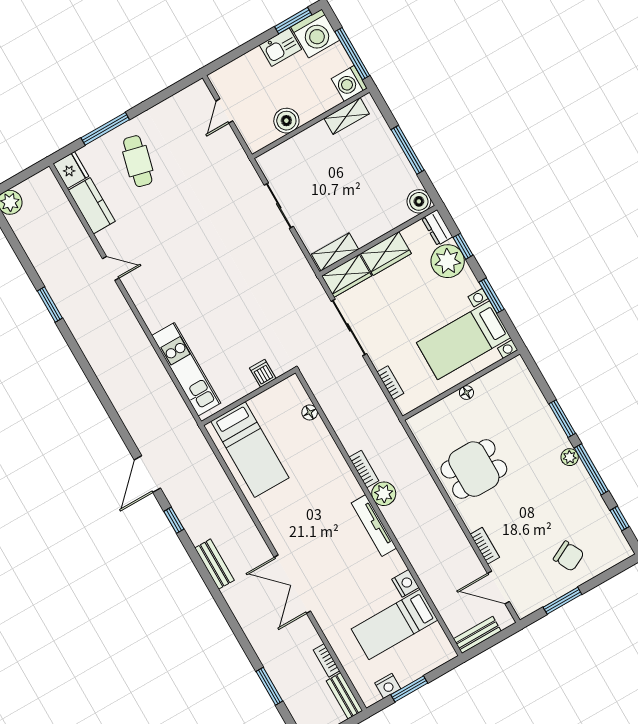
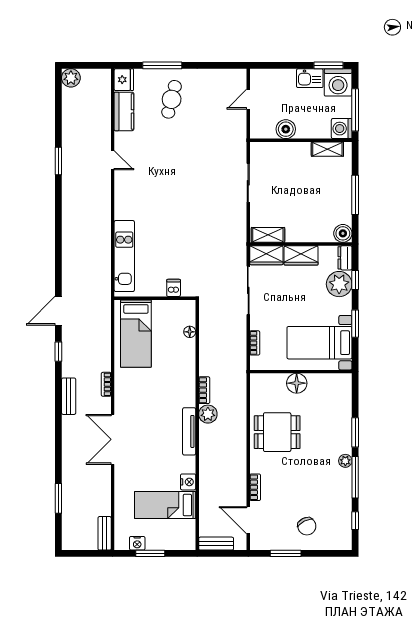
floor lamp: (466, 393) -> (297, 383), width x1.89, depth x1.89
bookcase: (326, 660) -> (106, 384), moved

